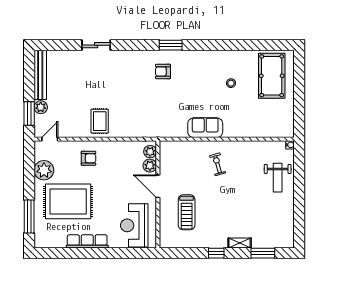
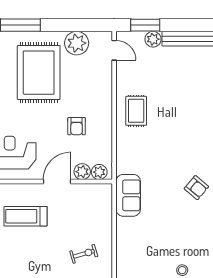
armchair: (163, 71) -> (196, 188), turned 130
rug: (100, 121) -> (136, 111), turned 90
sofa: (205, 128) -> (128, 195), moved
armchair: (89, 158) -> (77, 126), moved

